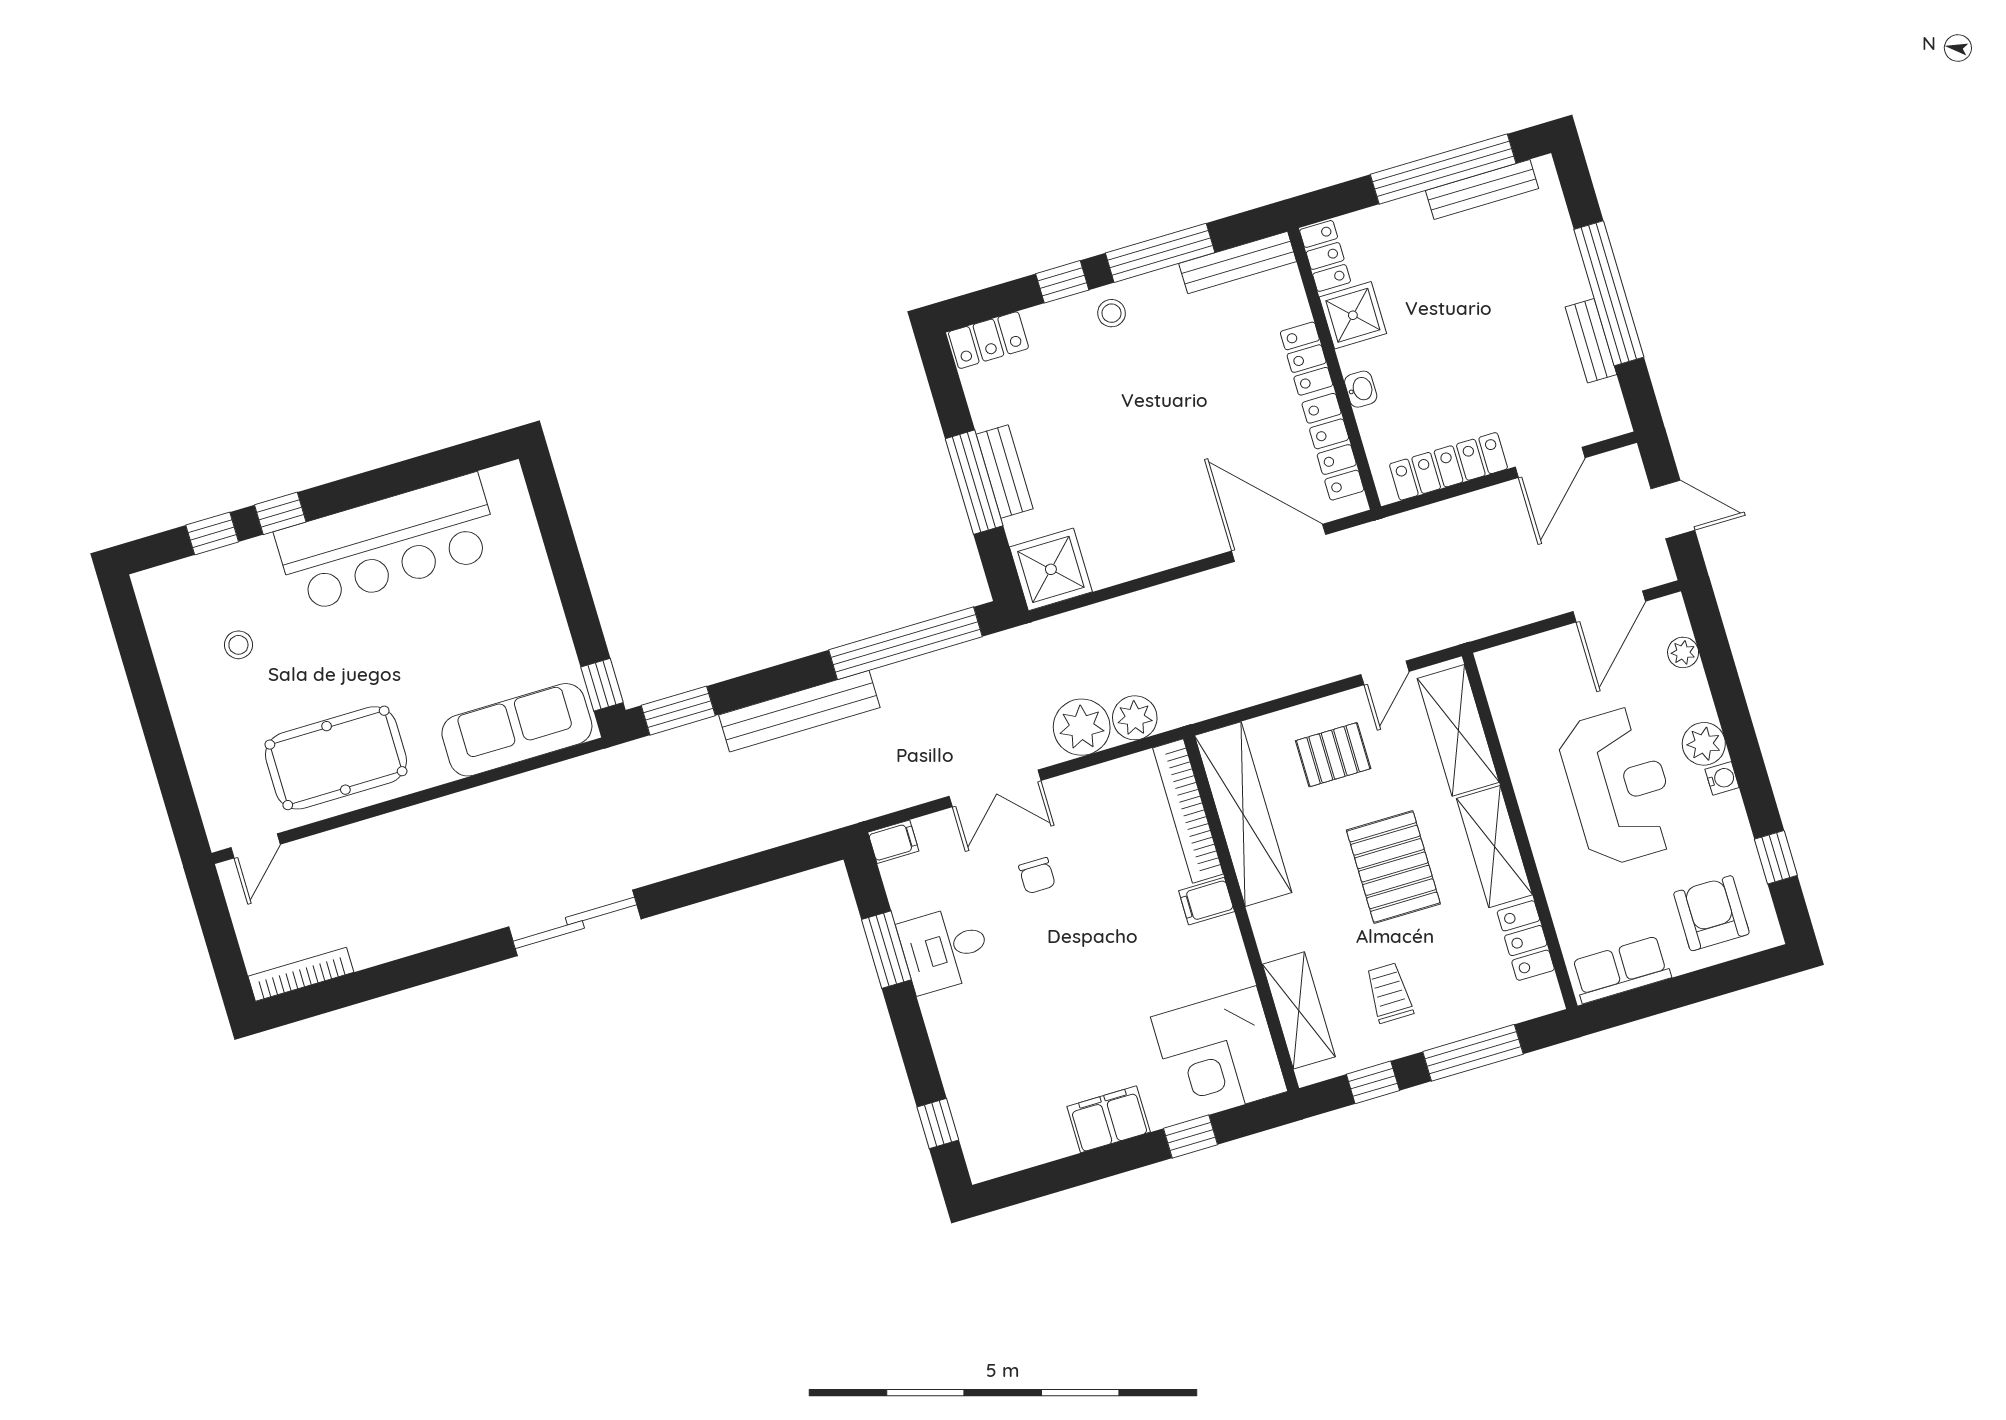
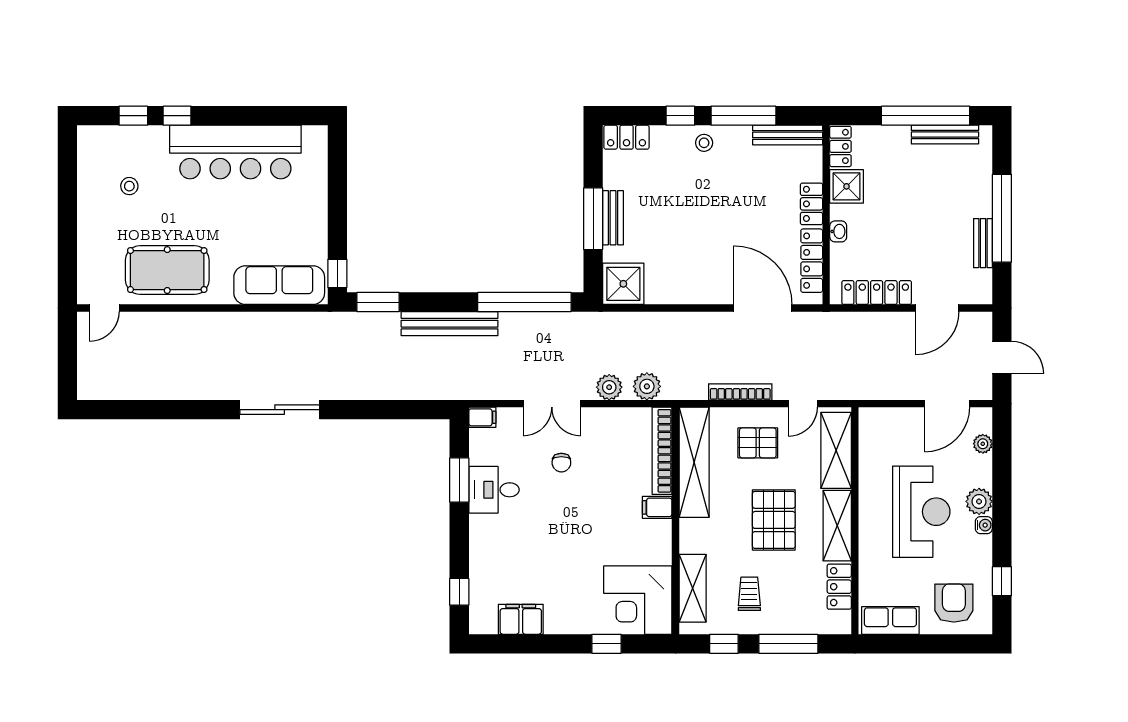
plant: (1082, 727) -> (609, 387), width x0.73, depth x0.73
bookcase: (301, 974) -> (740, 392), moved
filing cabinet: (1109, 1119) -> (521, 619), moved

